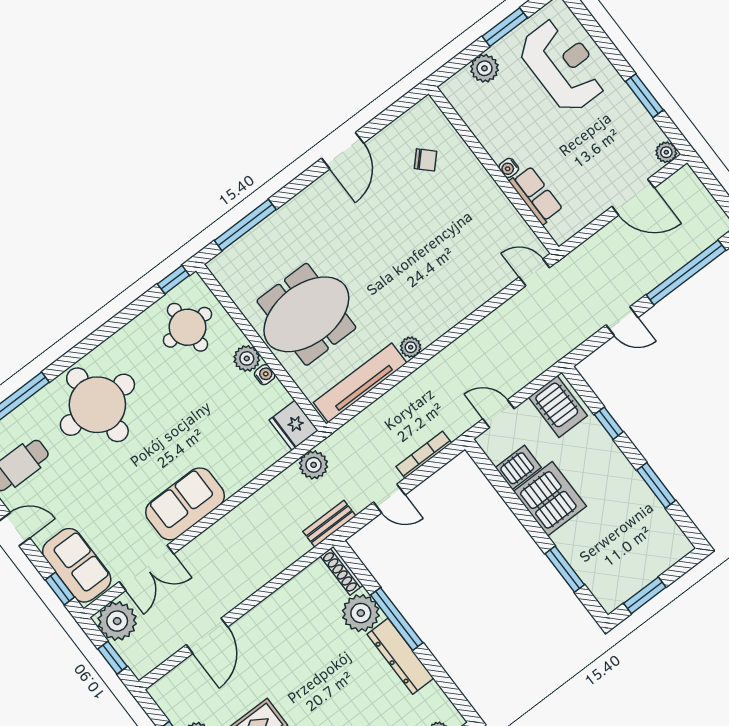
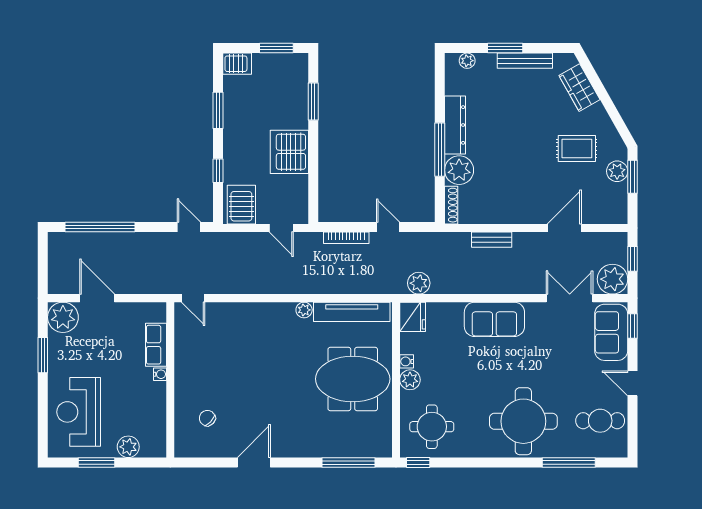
plant: (666, 152) -> (63, 317), width x1.88, depth x1.88
door: (622, 321) -> (189, 227), moved
server rack: (518, 467) -> (237, 64), moved, turned 180
sofa: (185, 504) -> (494, 319), moved
bench: (329, 524) -> (492, 240), moved

